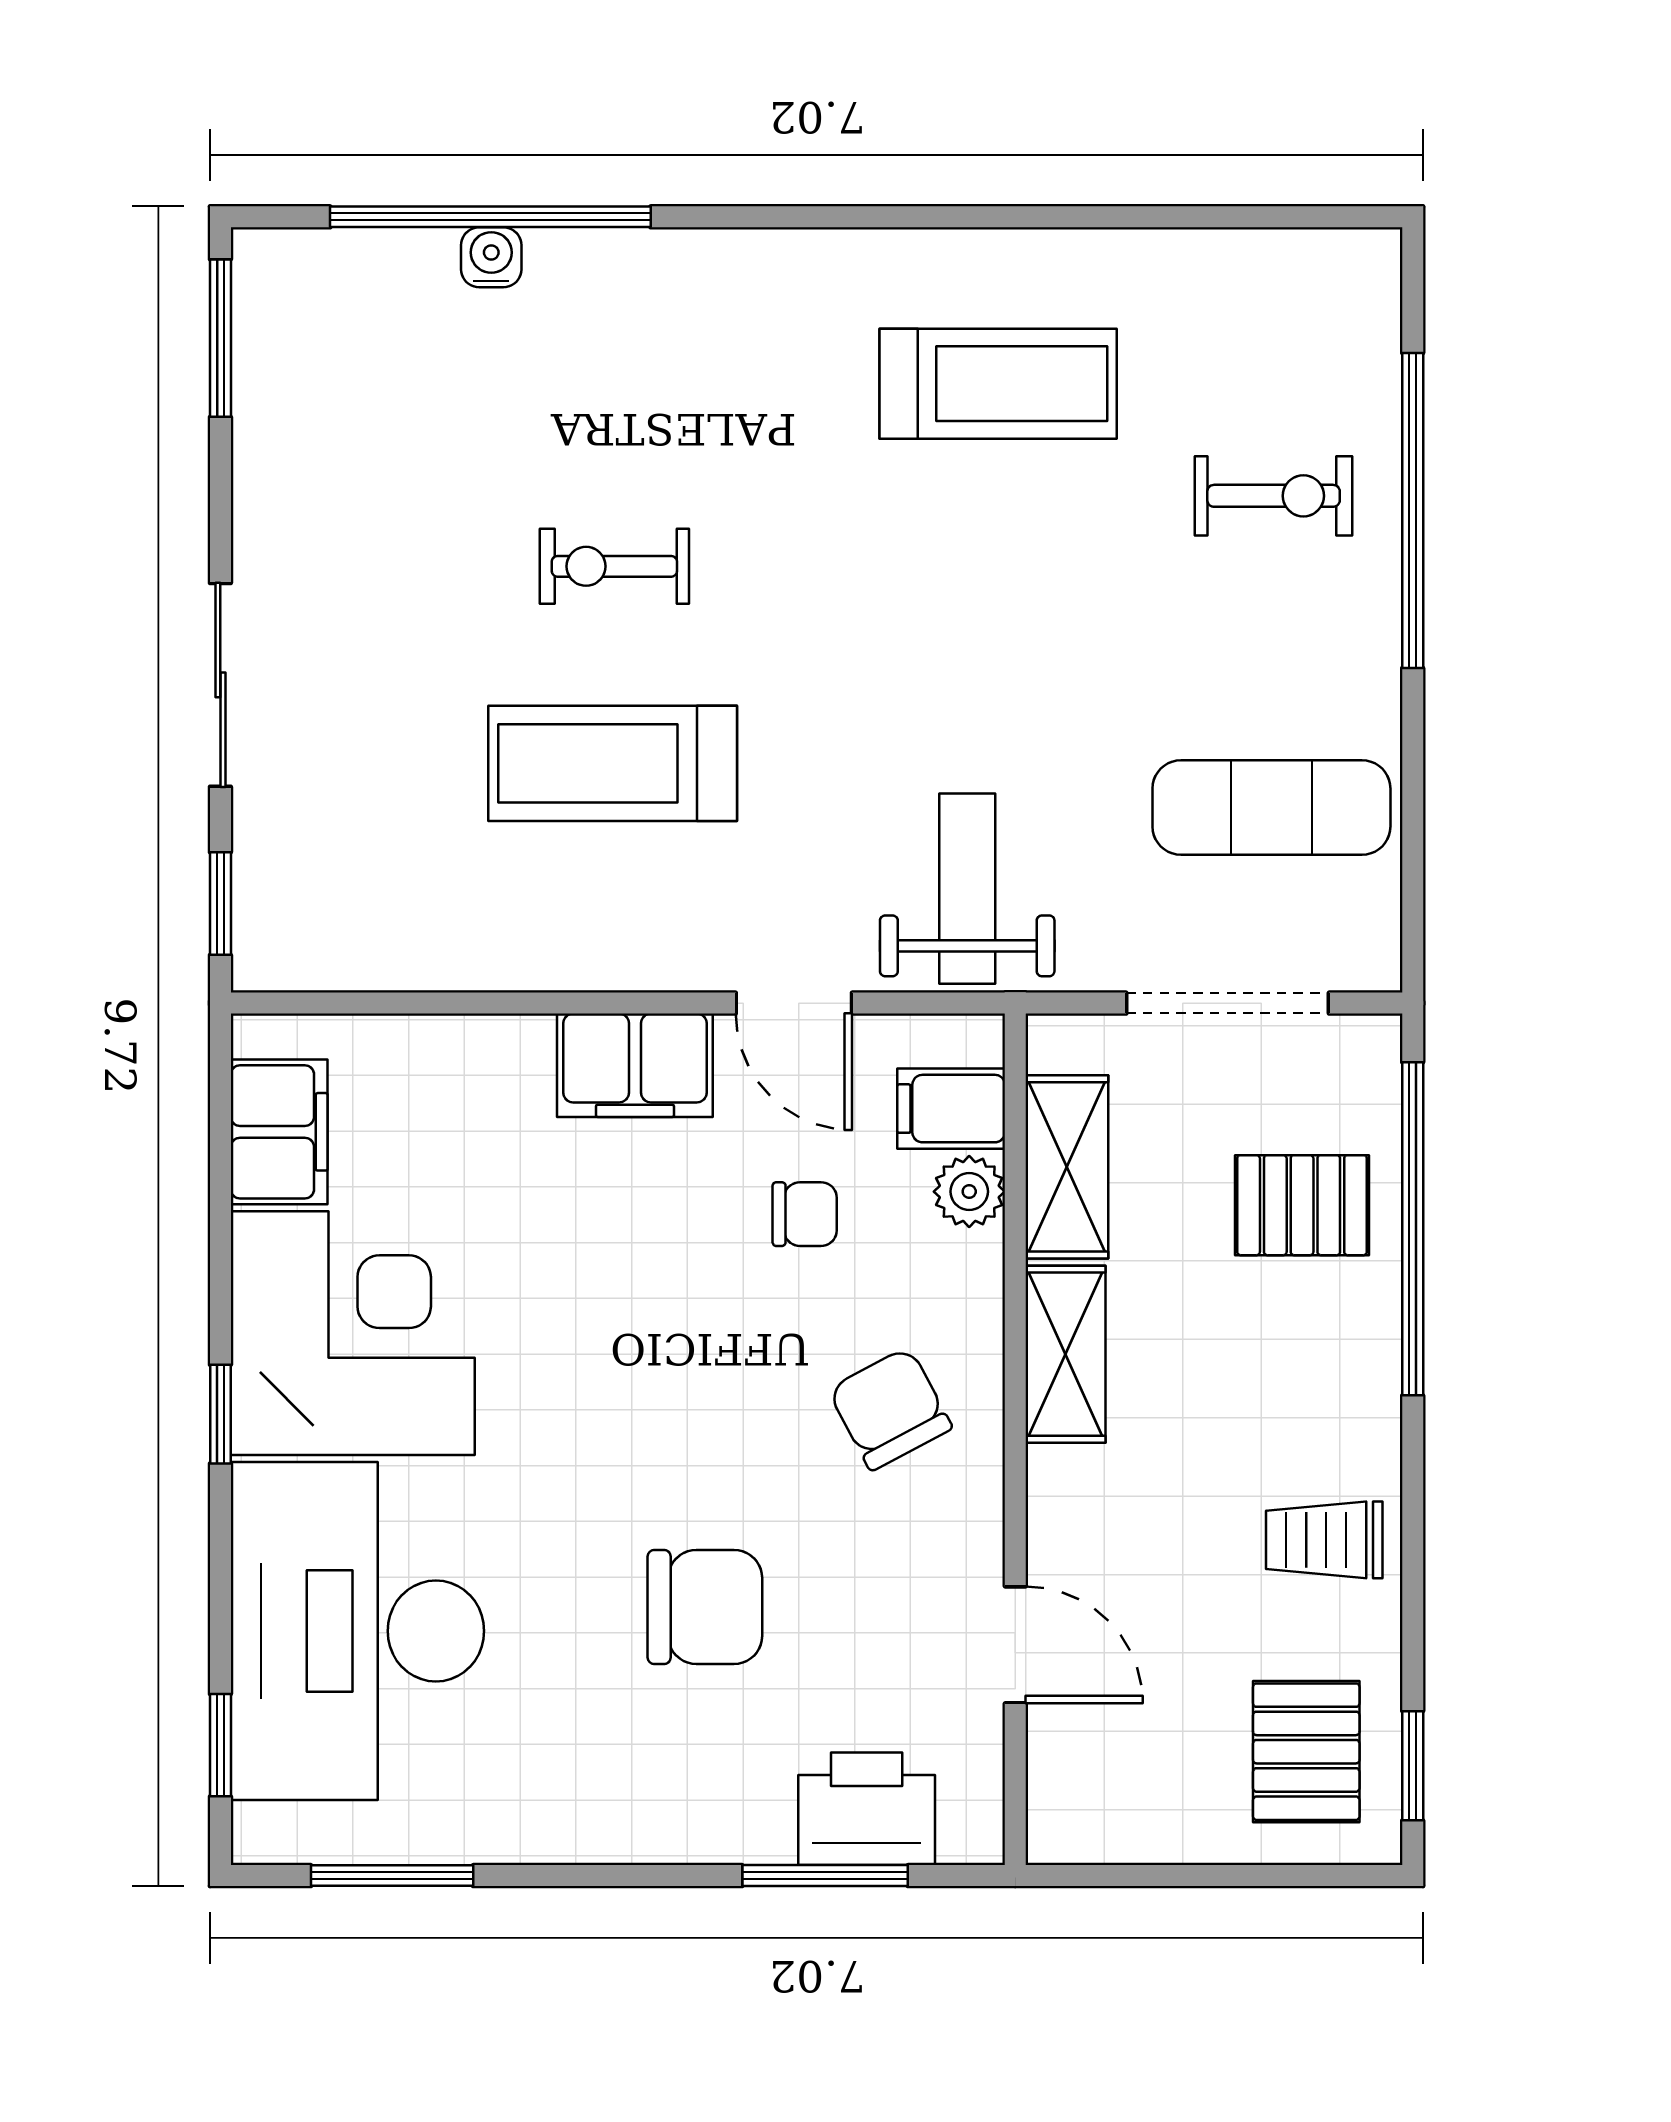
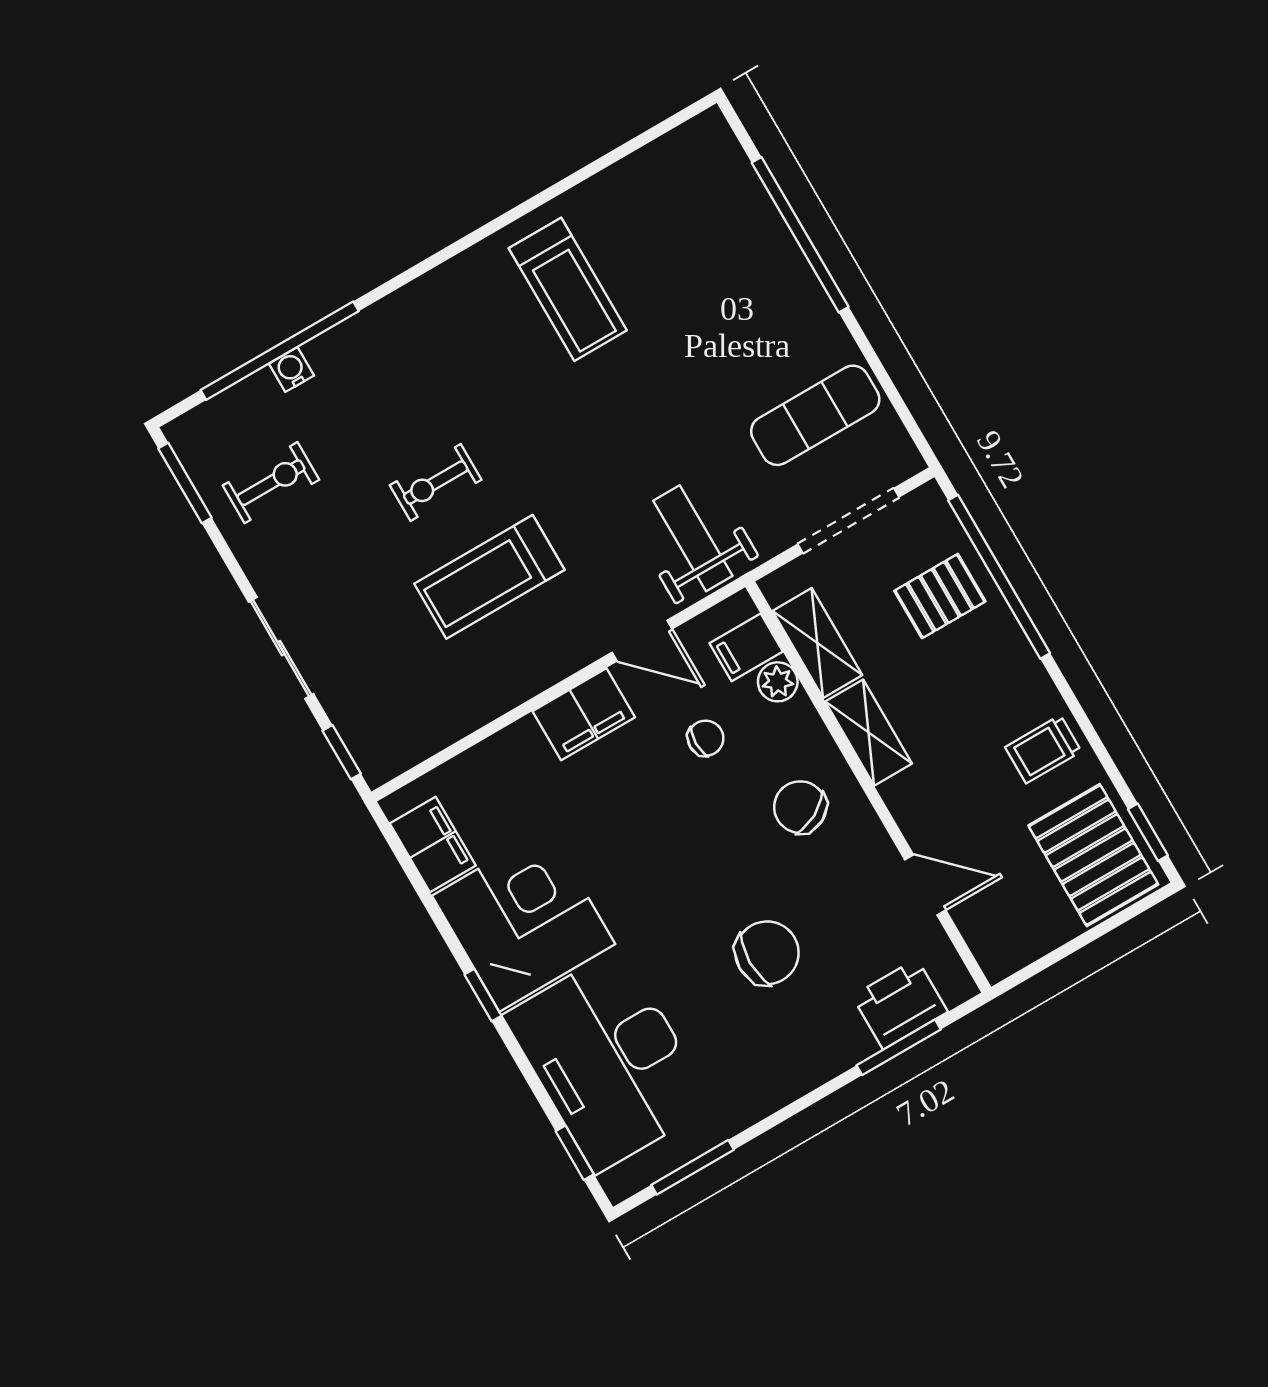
treadmill: (998, 384) -> (568, 289), turned 90
exercise bike: (1274, 496) -> (271, 483), moved
pallet: (1306, 1752) -> (1093, 855), width x1.50, depth x1.42

